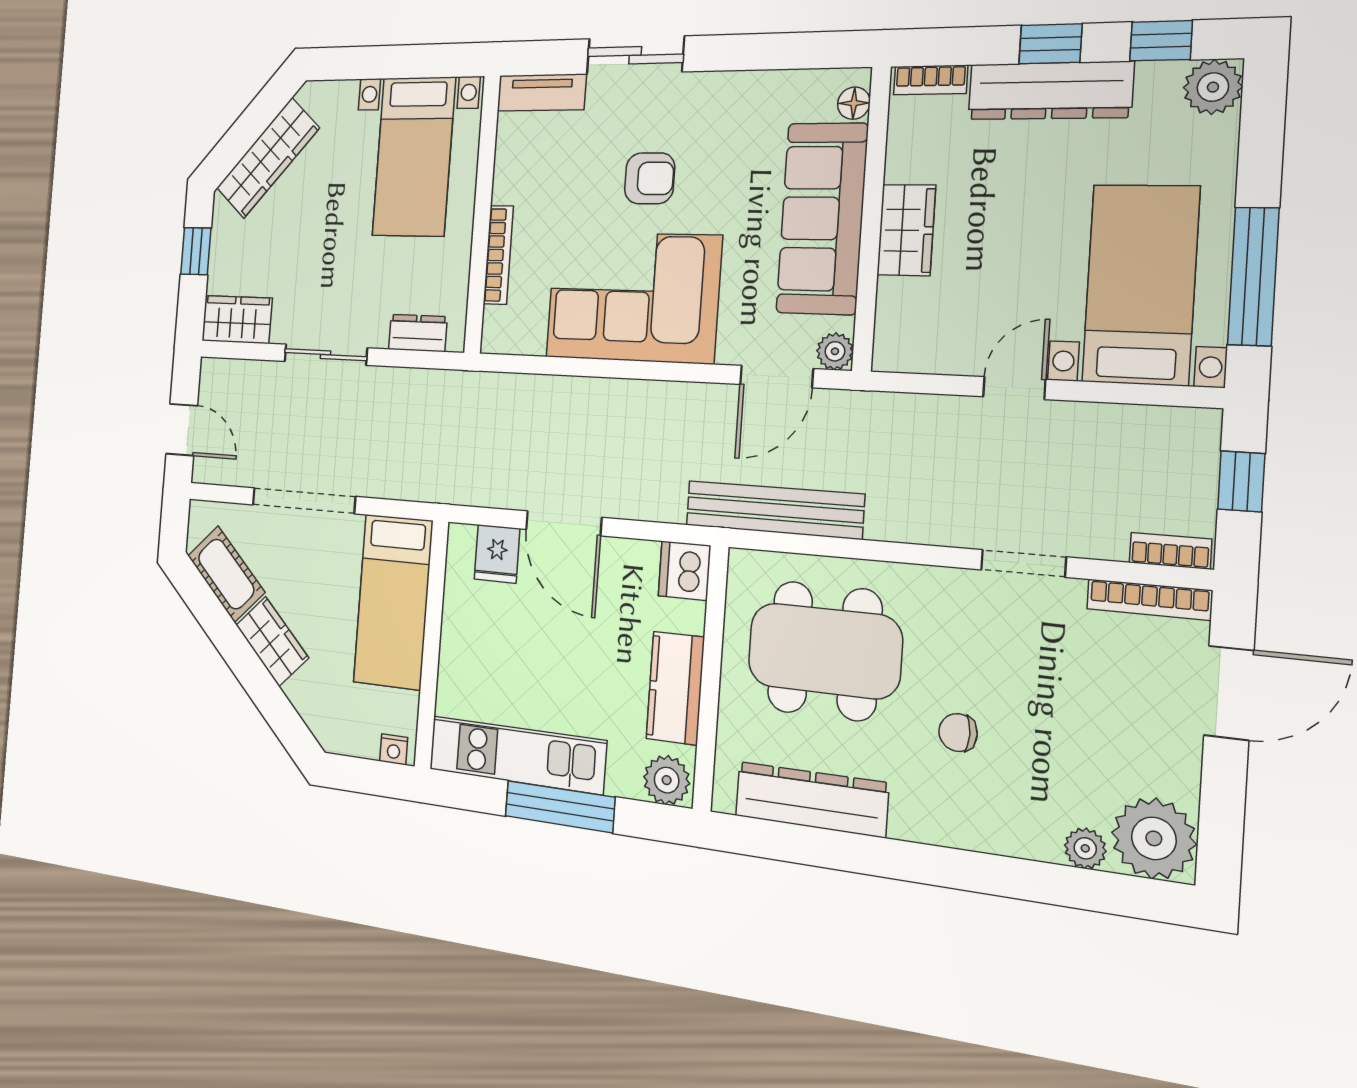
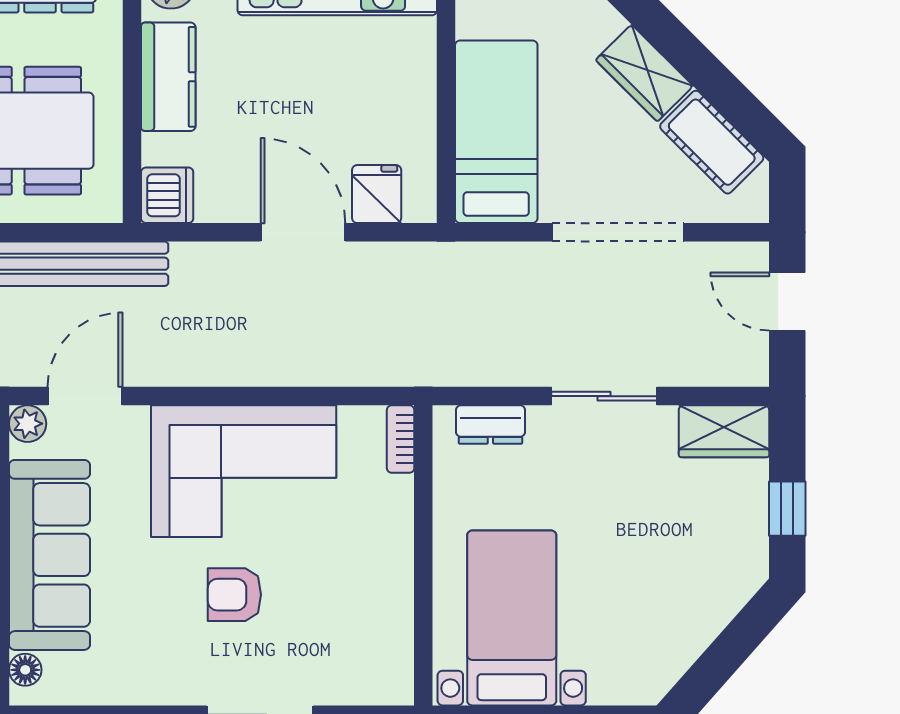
tv unit: (542, 93) -> (364, 686), removed
wardrobe: (268, 158) -> (699, 617), removed
bookcase: (498, 255) -> (401, 439), moved, width x0.64

